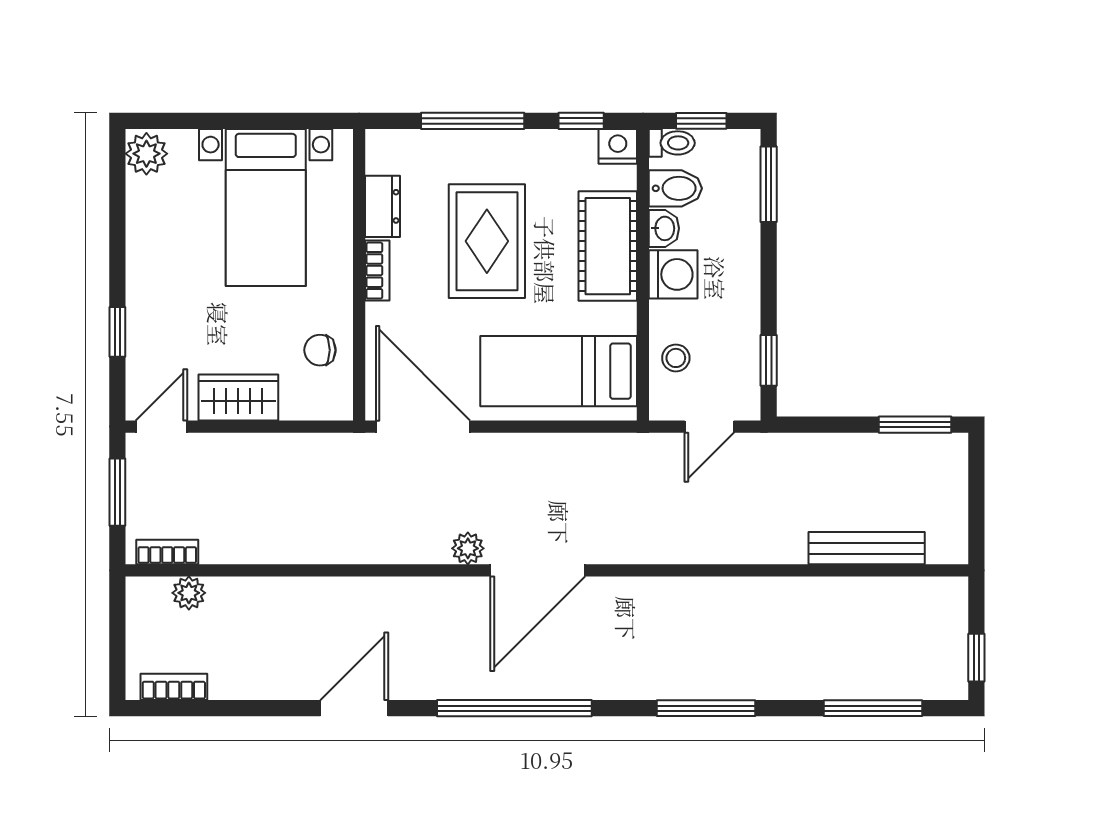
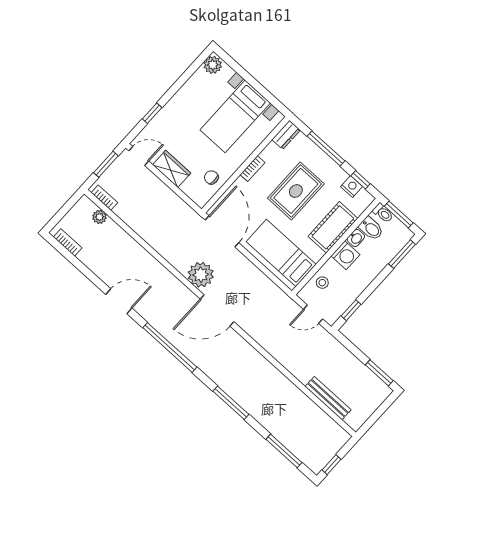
window: (701, 121) -> (399, 214), width x1.50
nightstand: (618, 146) -> (352, 187), moved
dresser: (383, 206) -> (286, 135), moved
plant: (468, 548) -> (201, 275), width x1.87, depth x1.87

